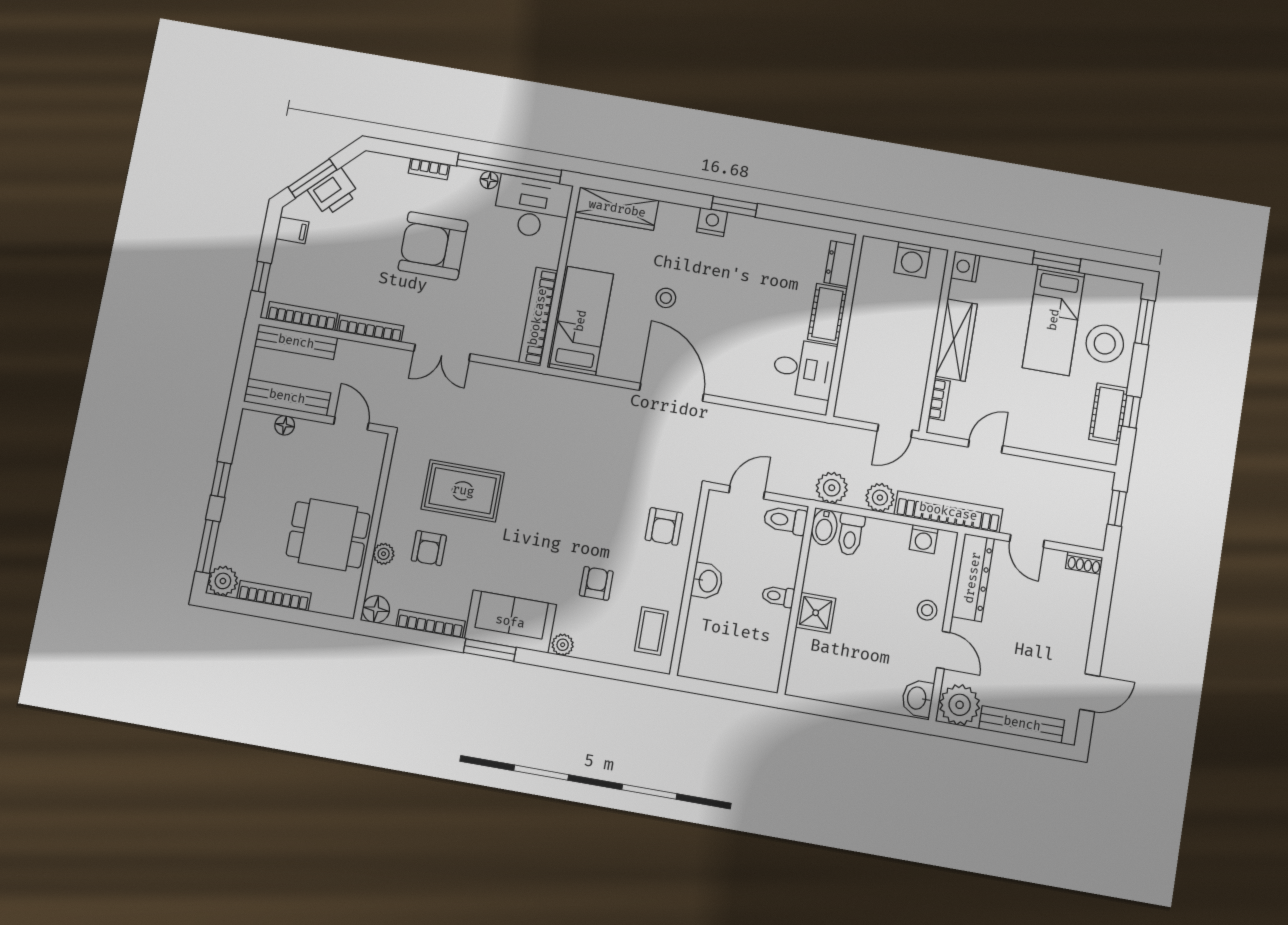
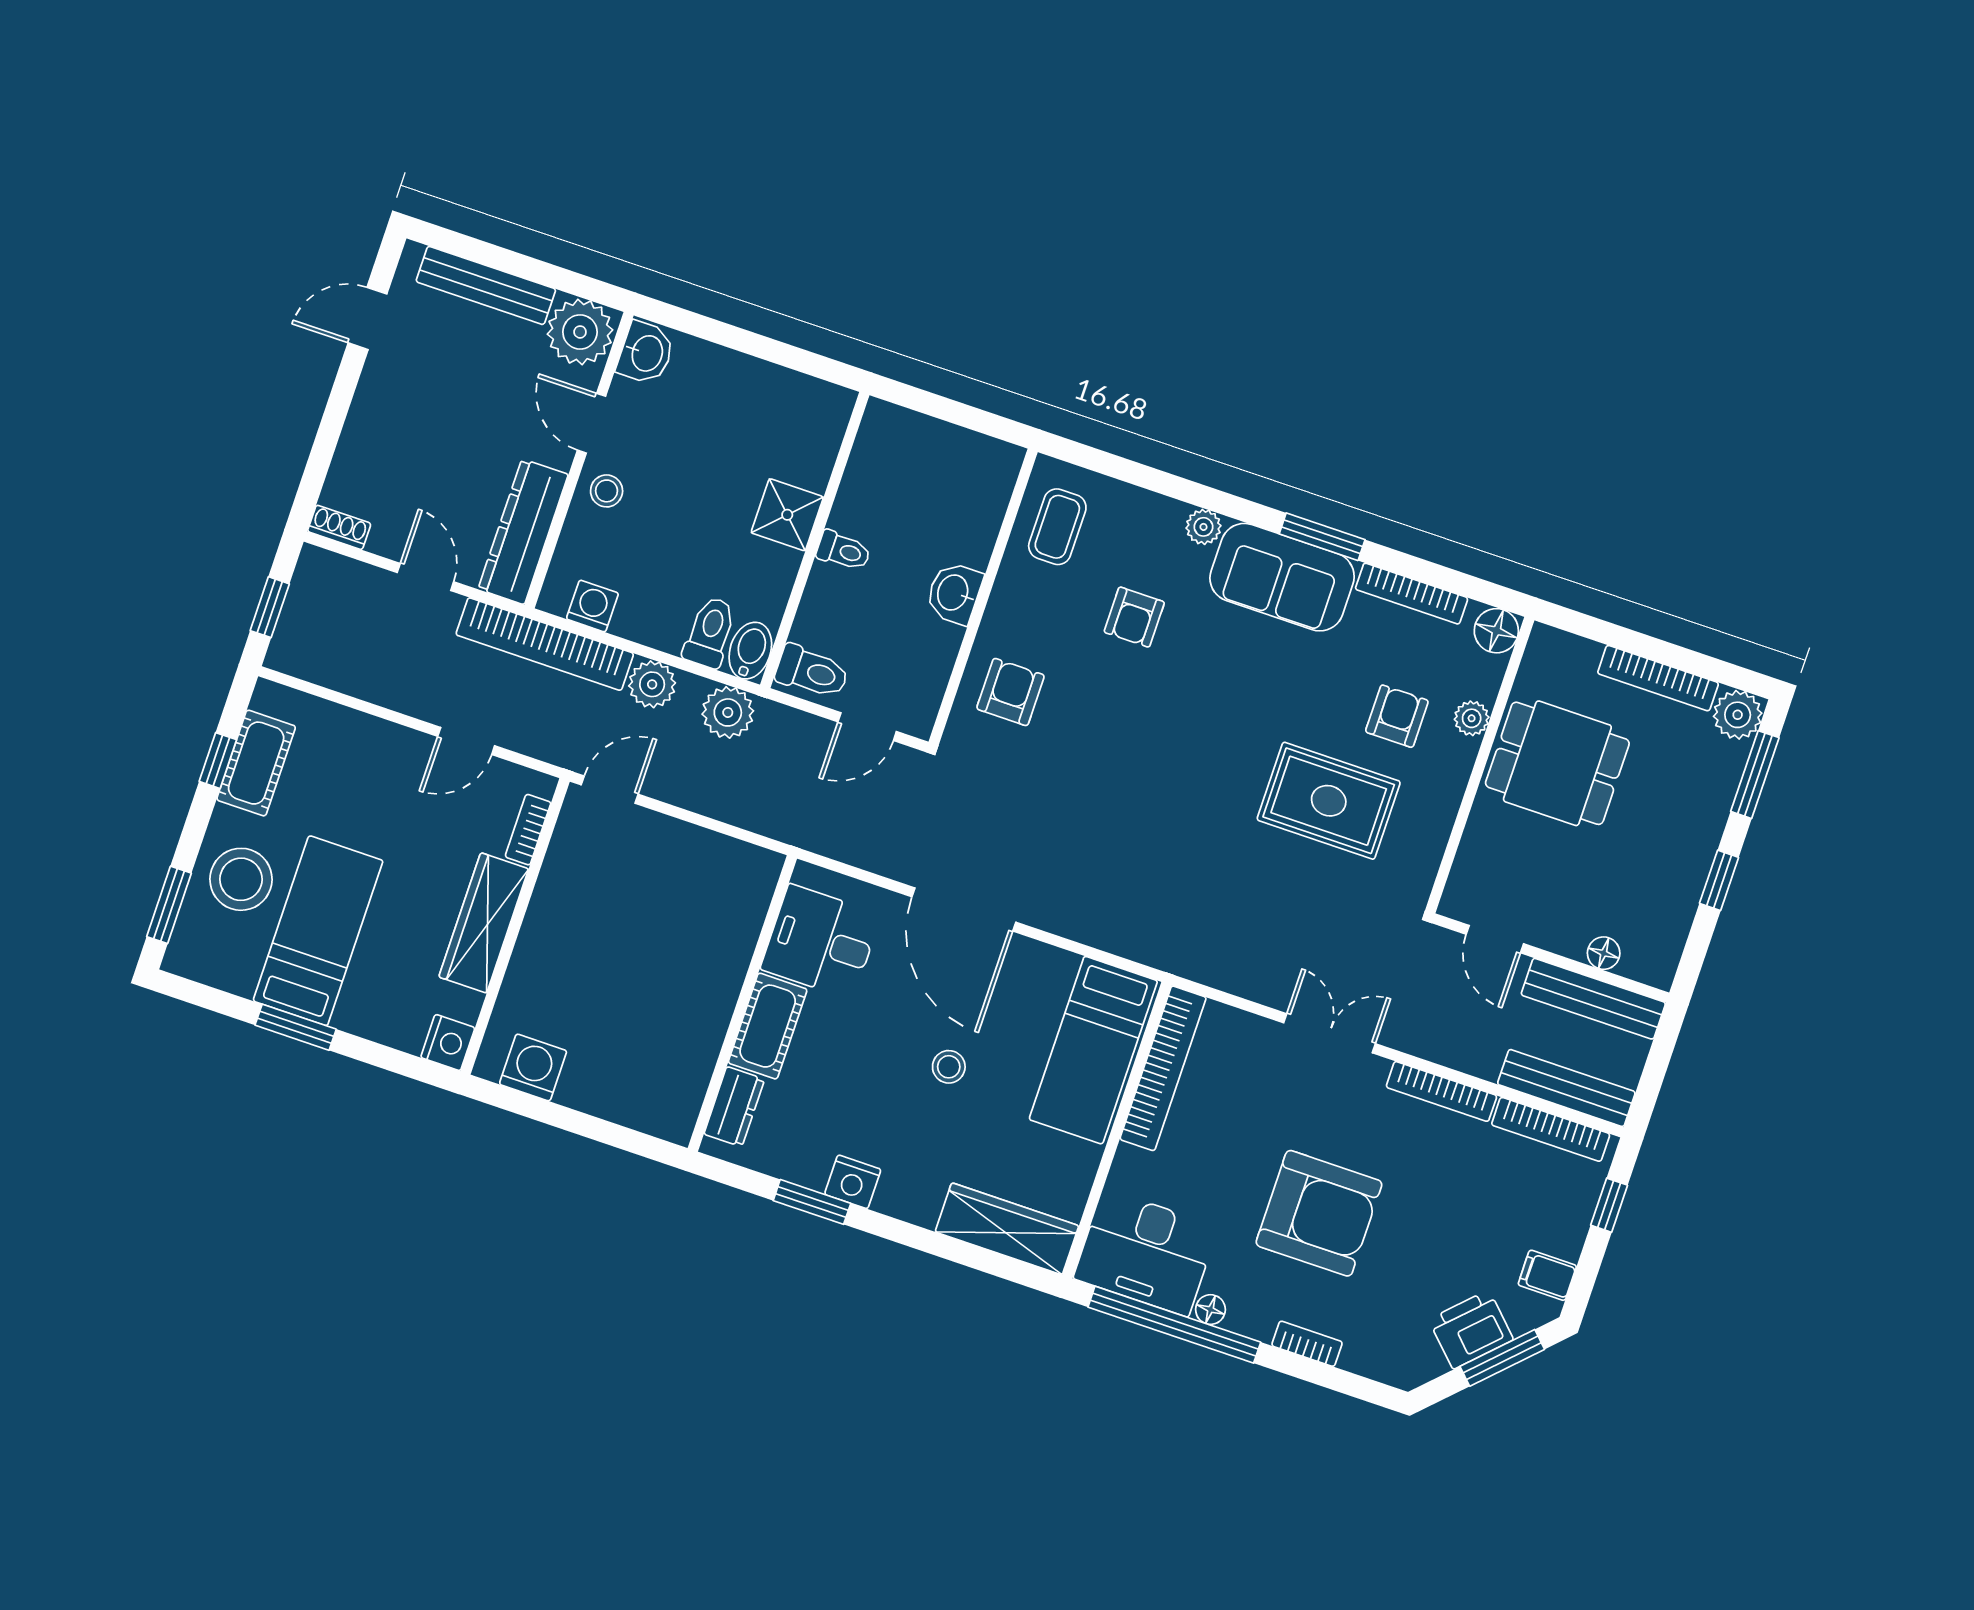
dresser: (839, 264) -> (734, 1107), moved
cot: (827, 314) -> (768, 1026), moved
wall: (845, 325) -> (742, 1003), moved
desk: (804, 369) -> (821, 942), moved

